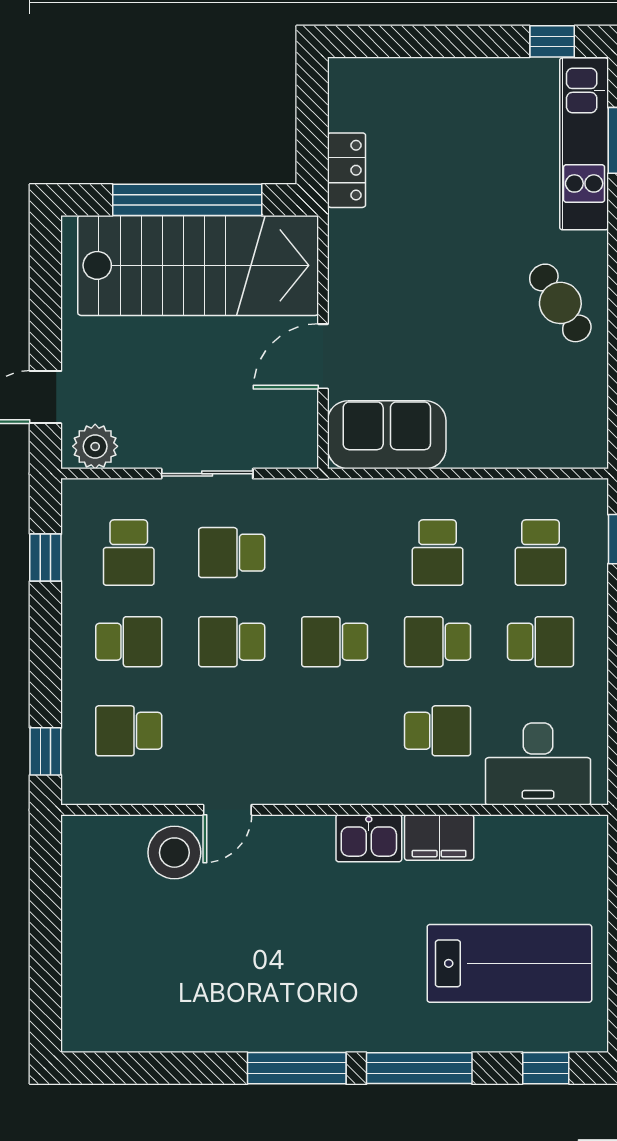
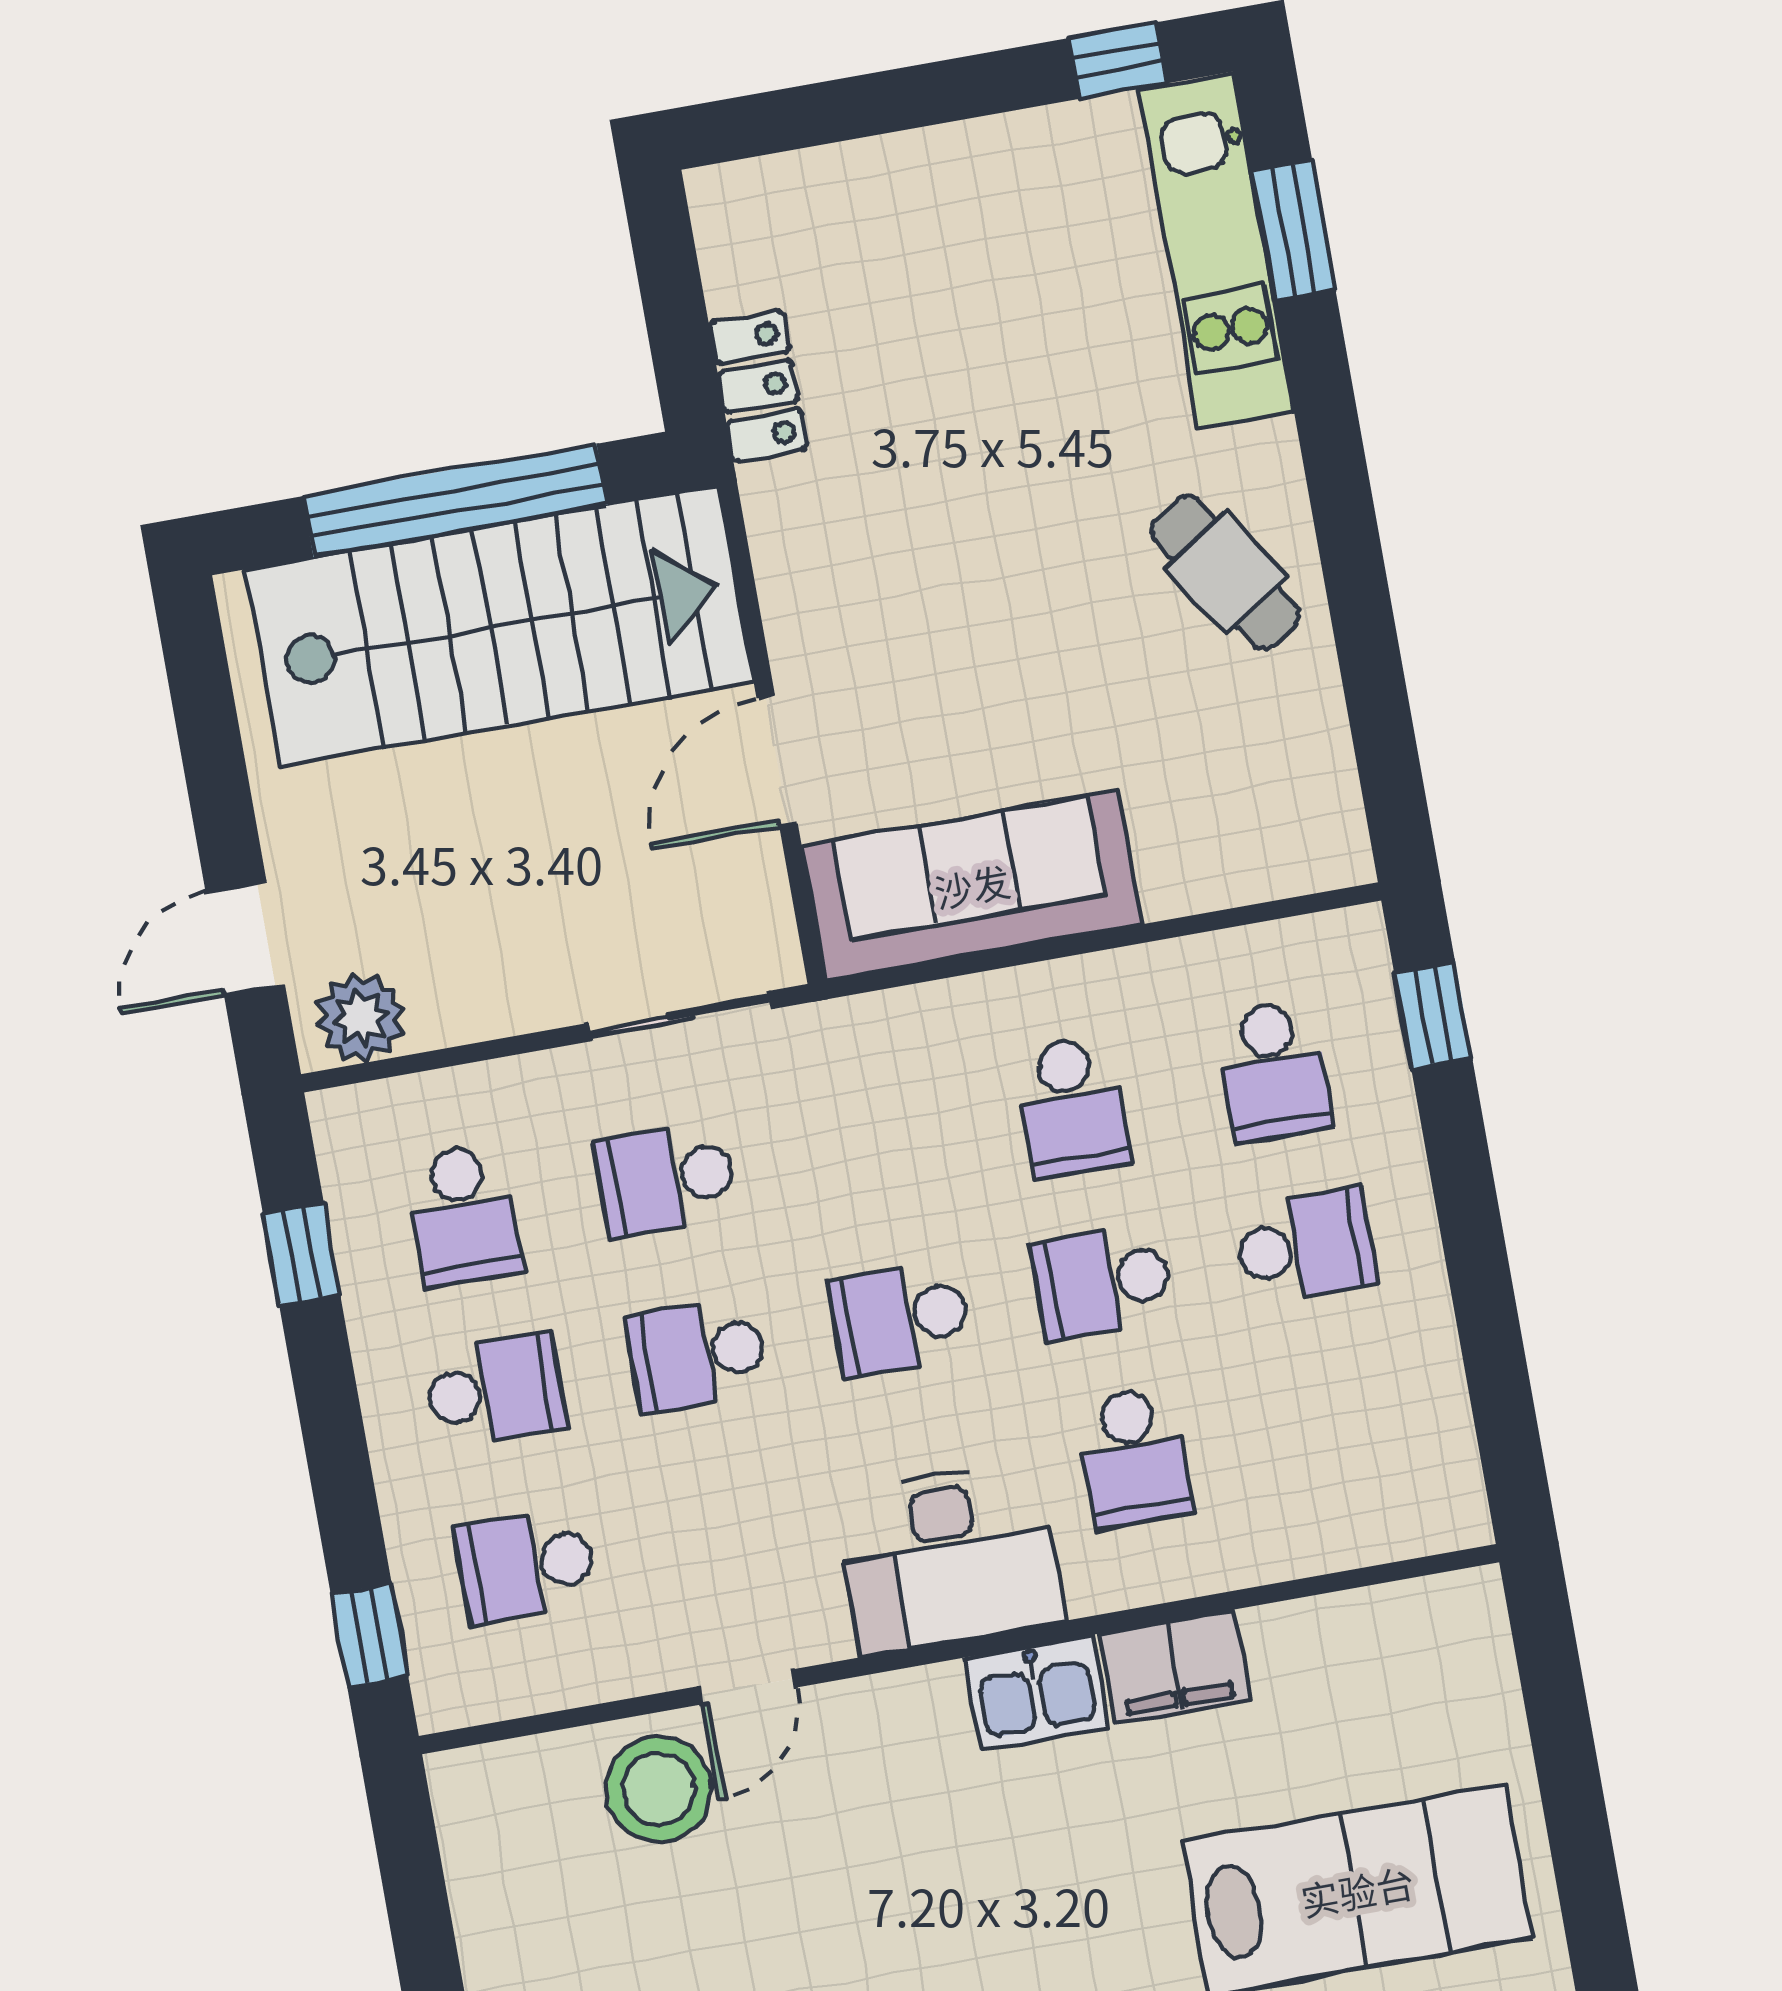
sofa: (387, 435) -> (972, 885), width x1.36
sliding door: (207, 474) -> (680, 1016), moved
school desk: (438, 731) -> (1134, 1458), turned 90
desk: (538, 764) -> (949, 1558), moved

